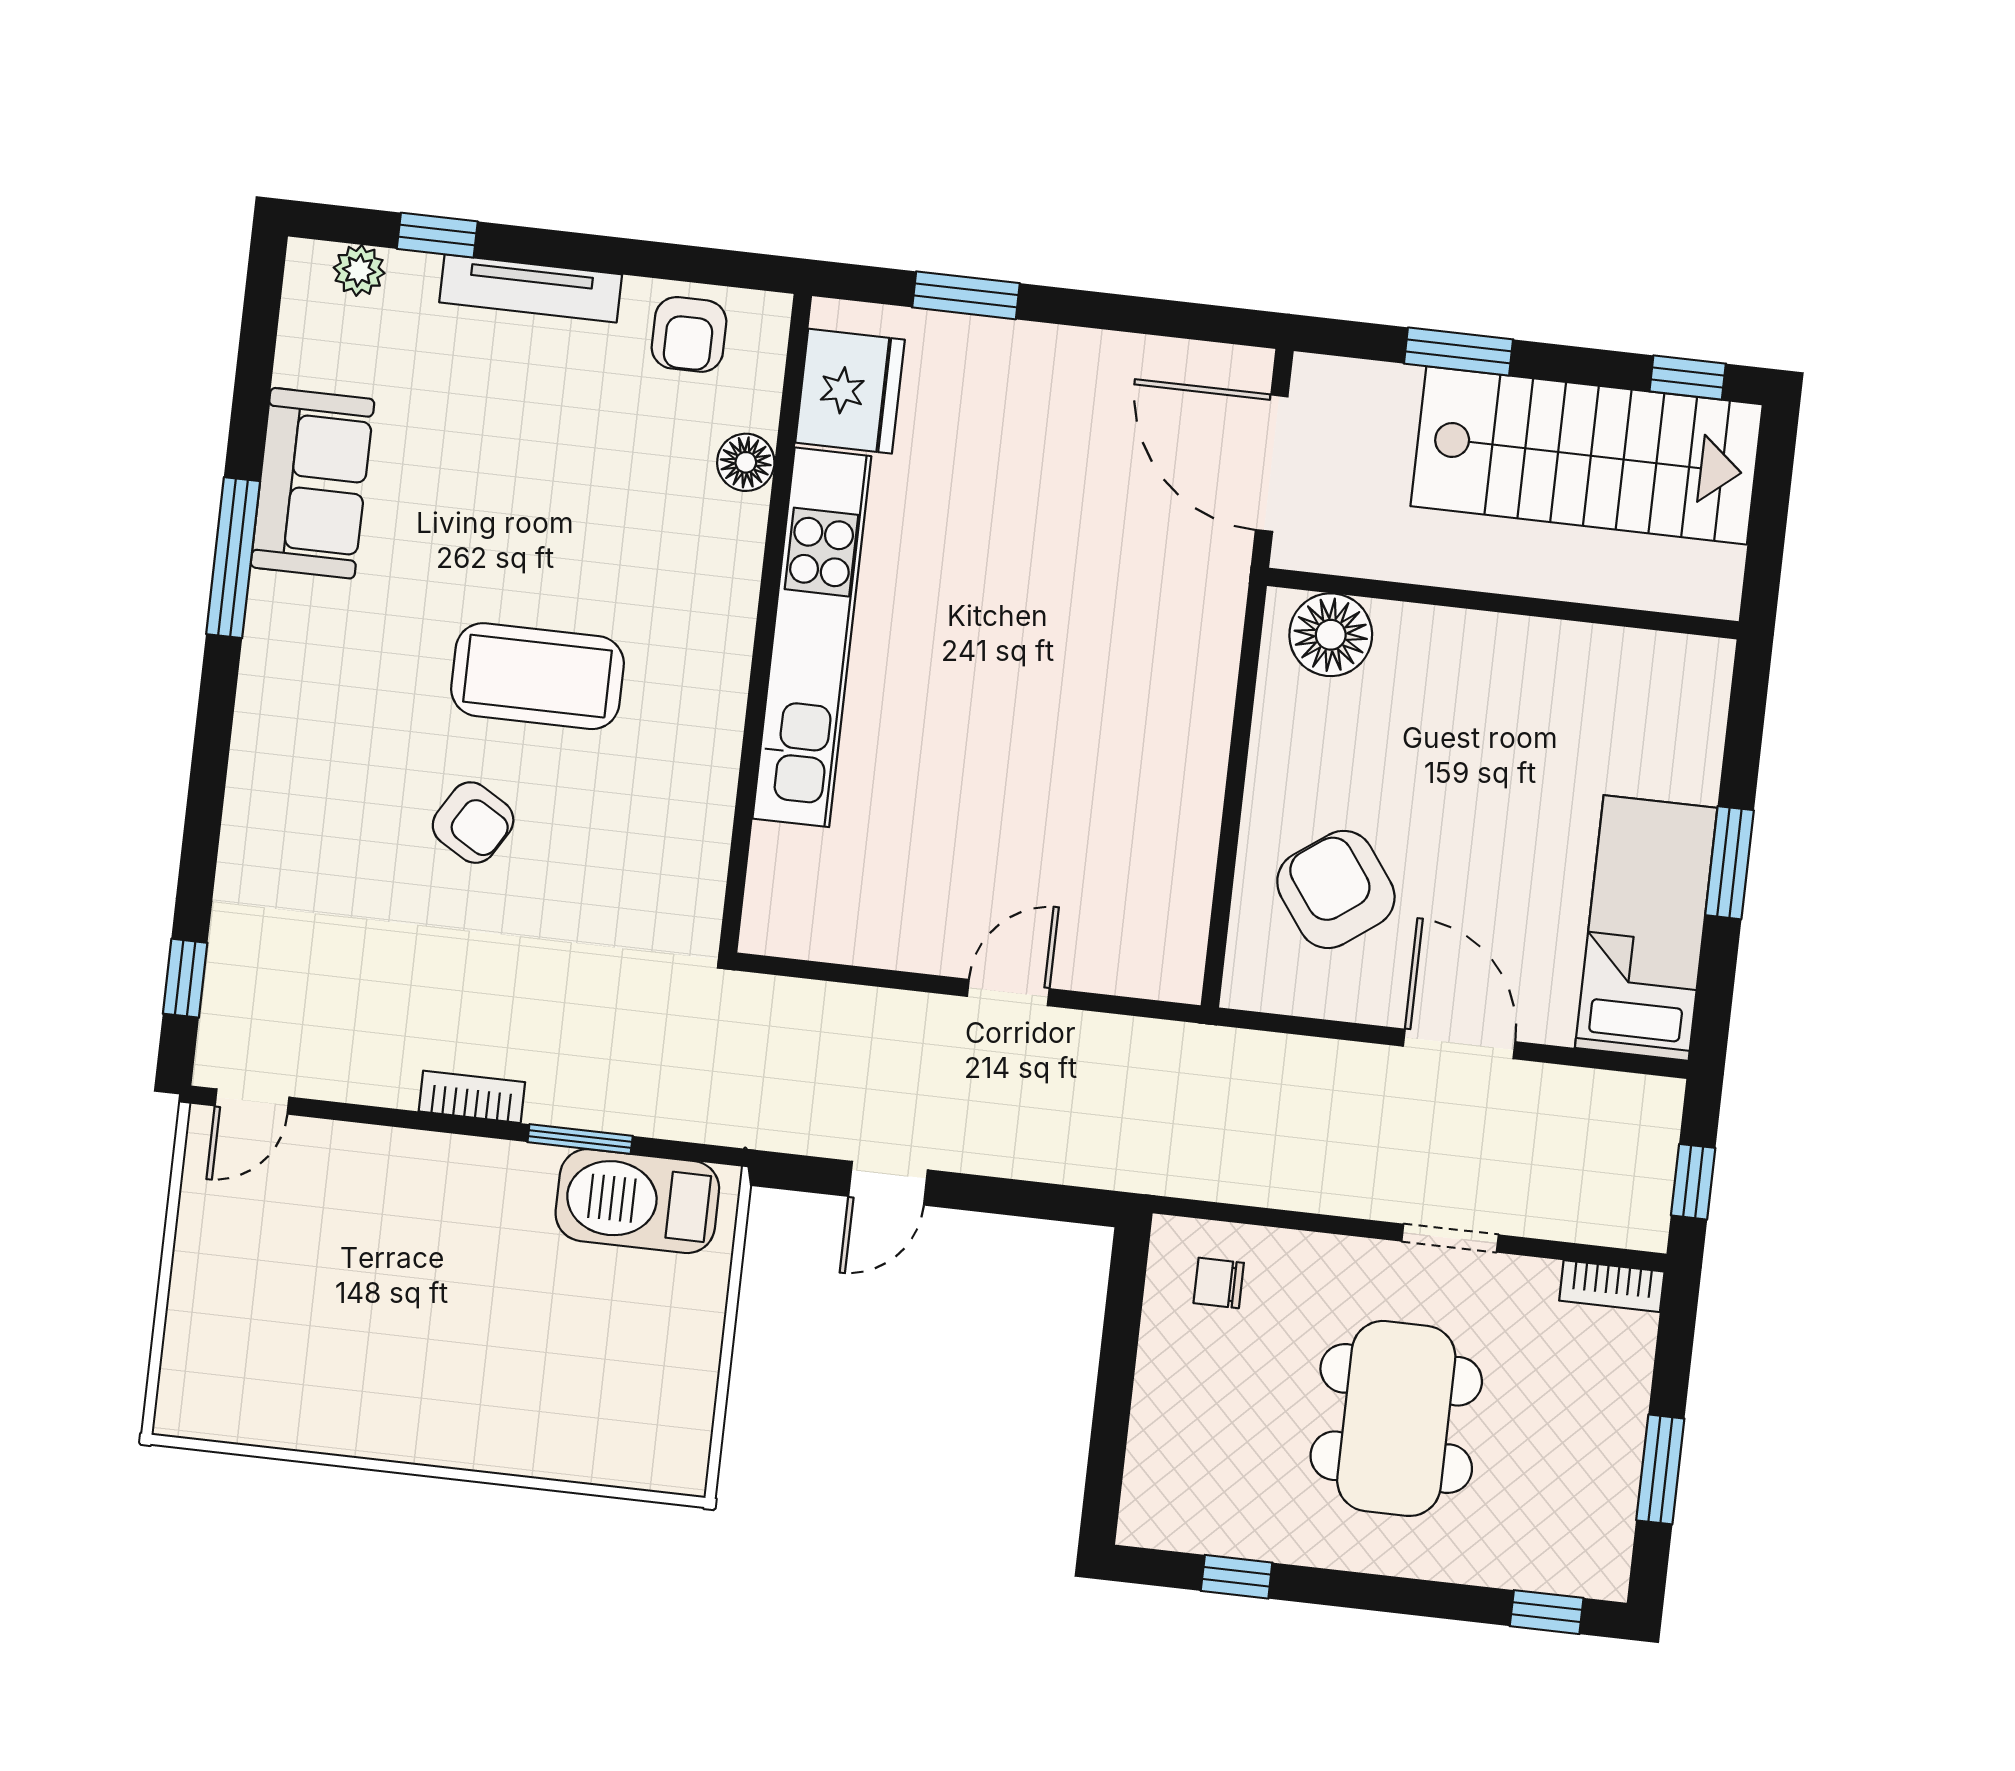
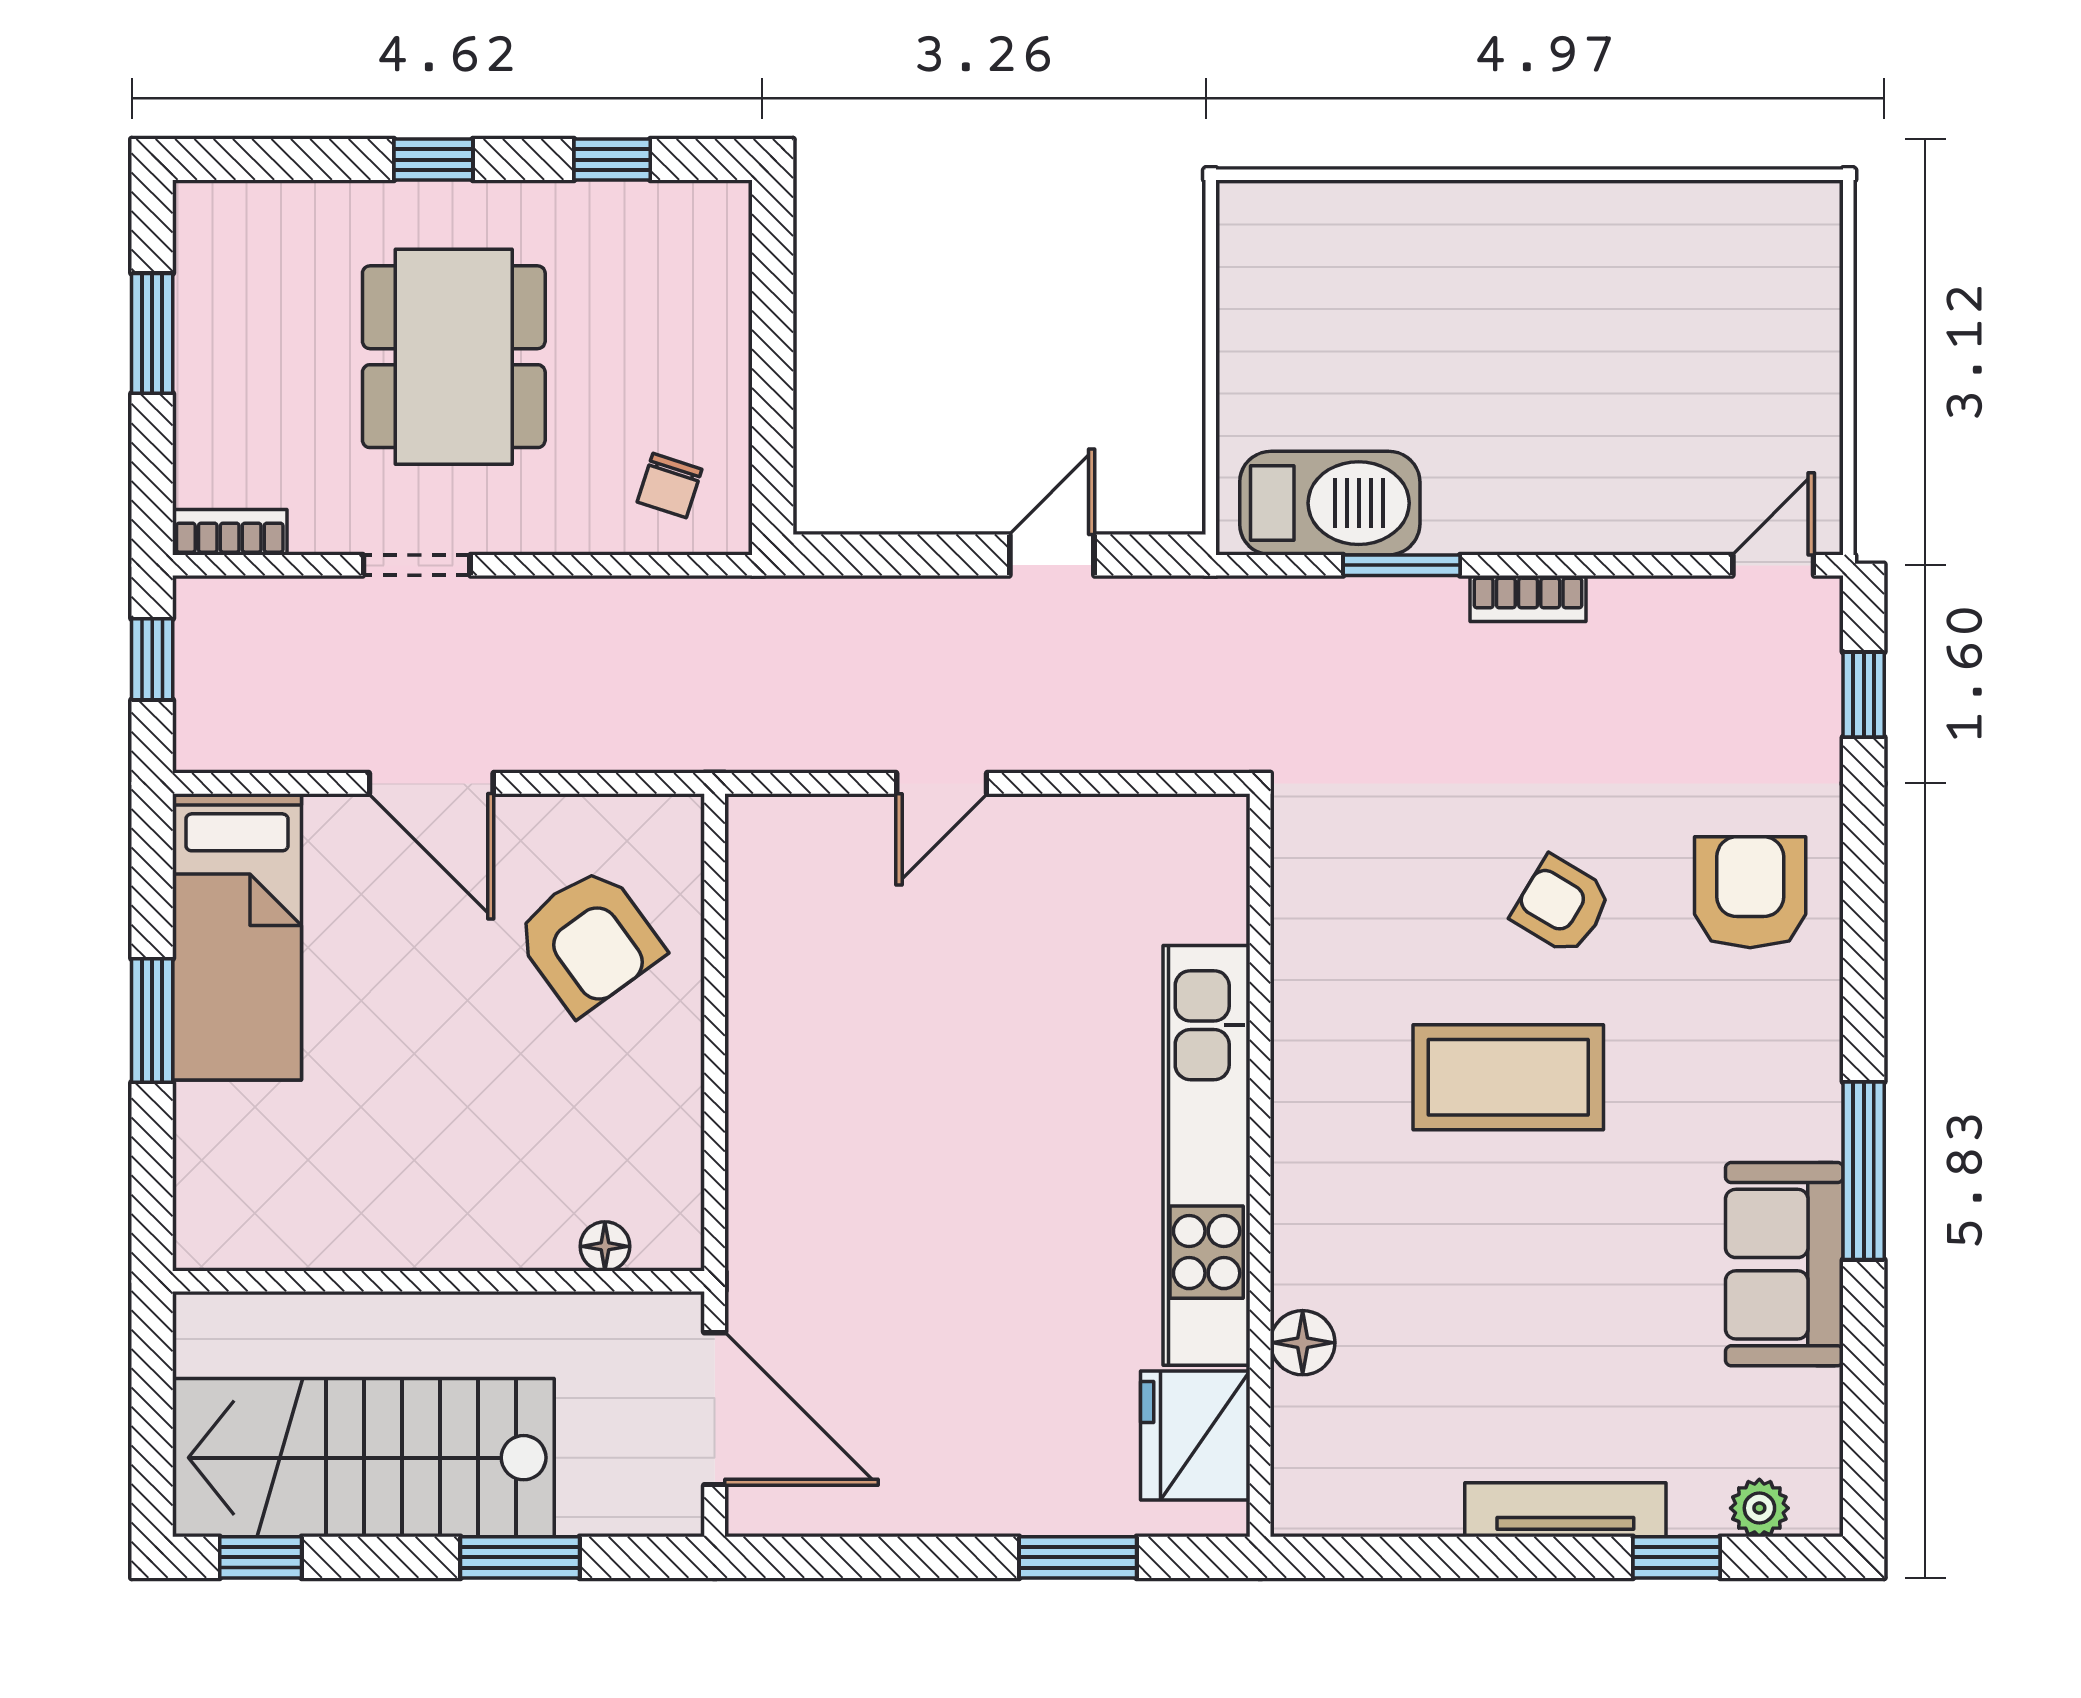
armchair: (689, 334) -> (1750, 892), moved, width x1.38, depth x1.38
floor lamp: (1331, 635) -> (605, 1246), width x0.53, depth x0.53
chair: (1219, 1283) -> (670, 486), turned 108
window: (1547, 1612) -> (433, 160), moved

